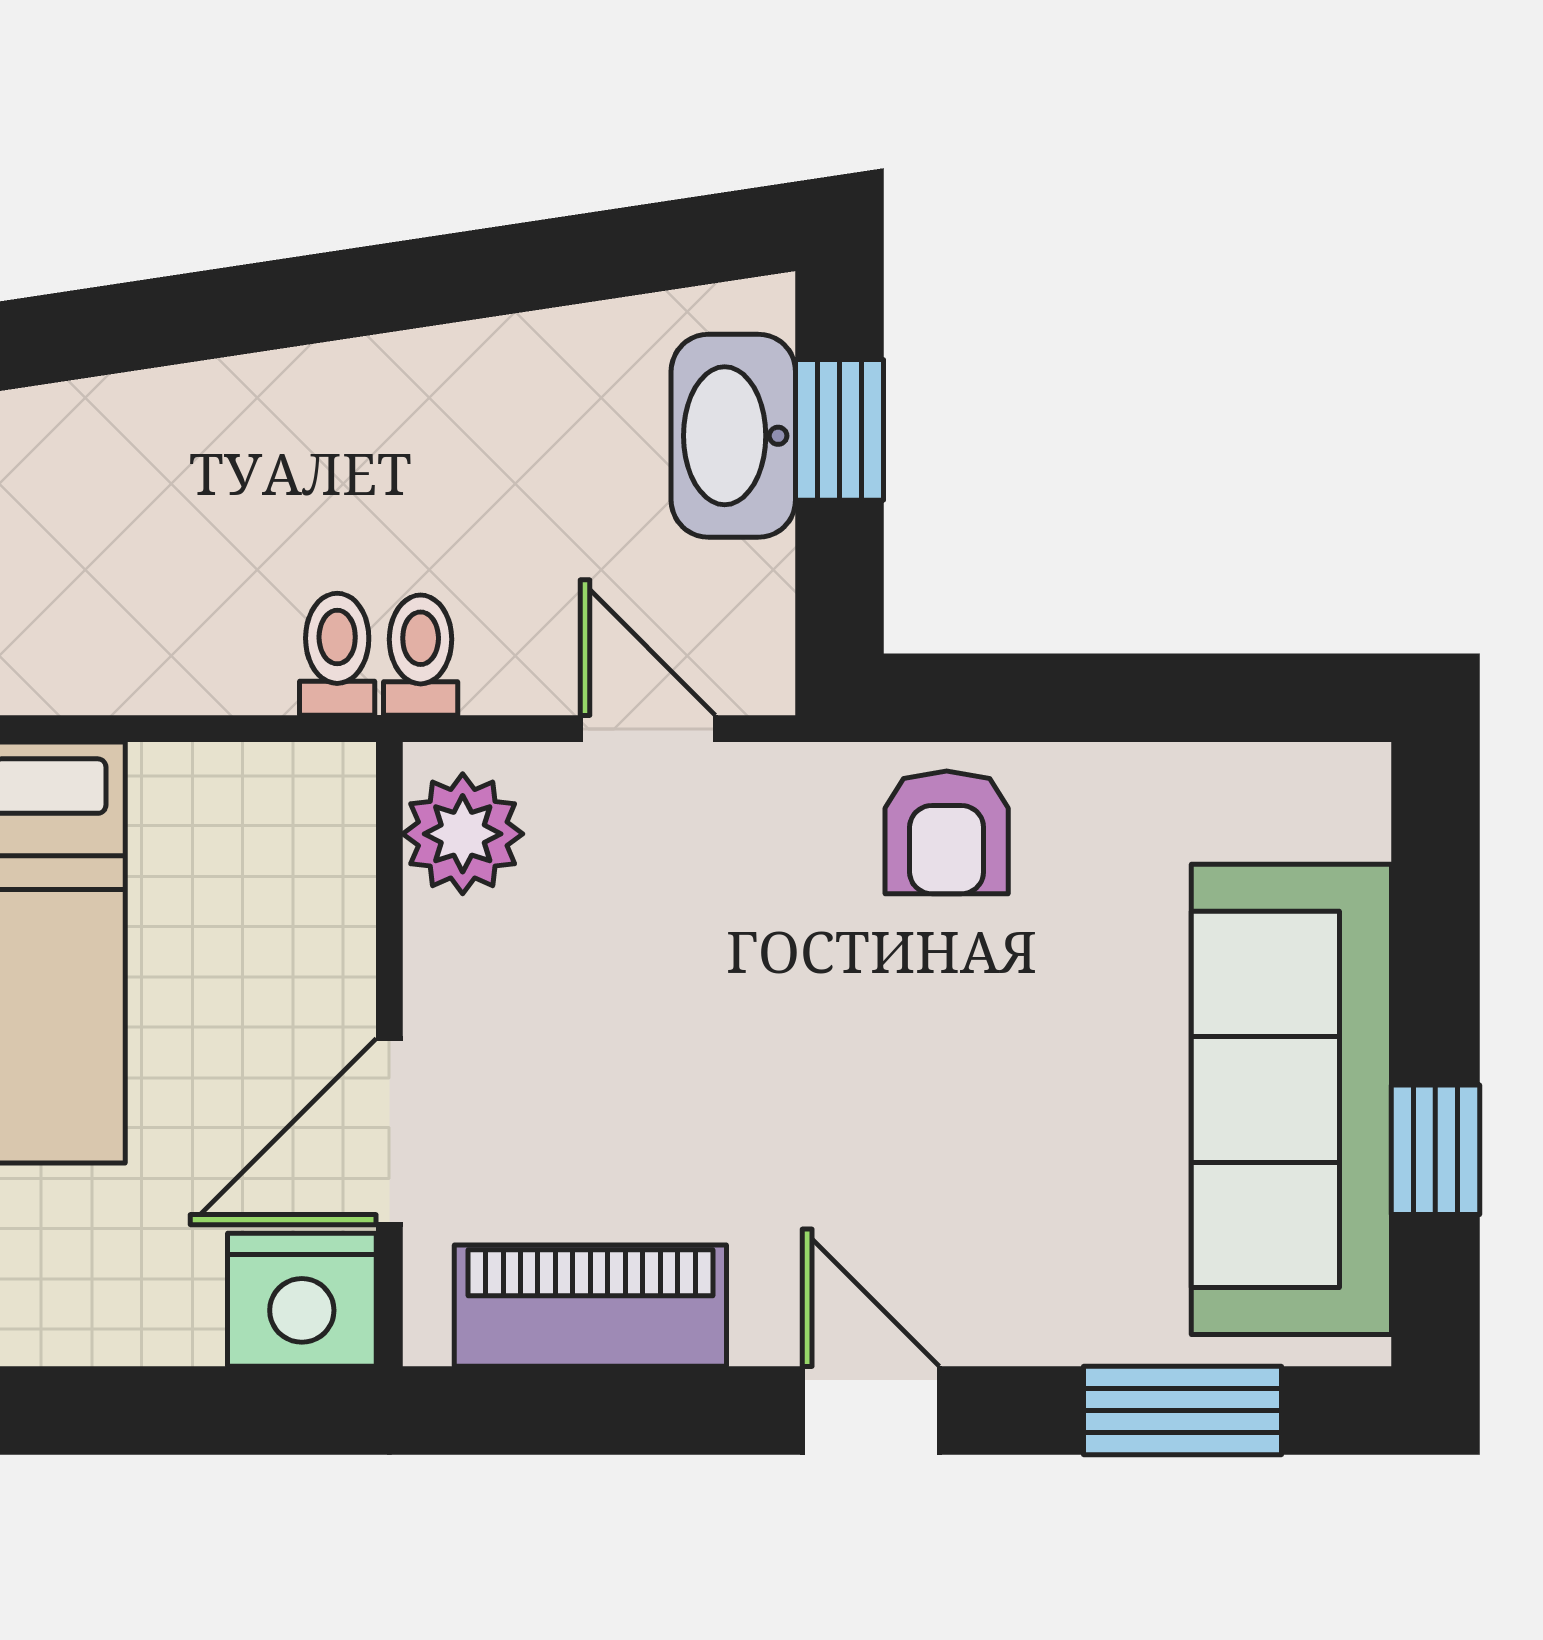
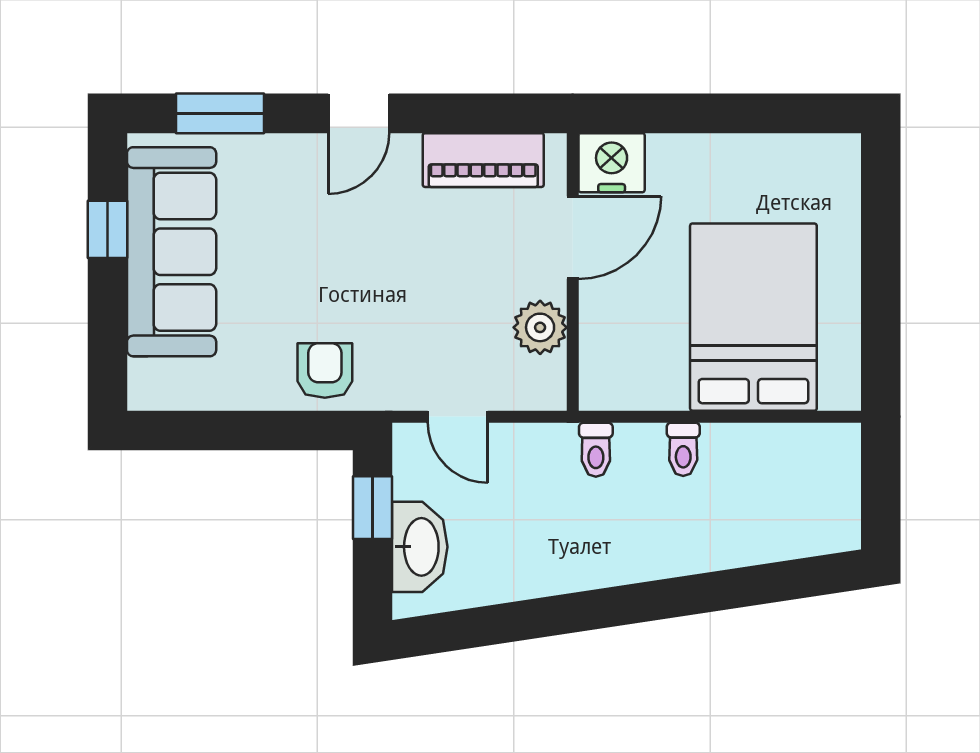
window: (840, 430) -> (372, 508), moved
toilet: (421, 655) -> (683, 449), moved
plant: (463, 834) -> (540, 327), moved
door: (871, 1411) -> (359, 113), hinge flipped

